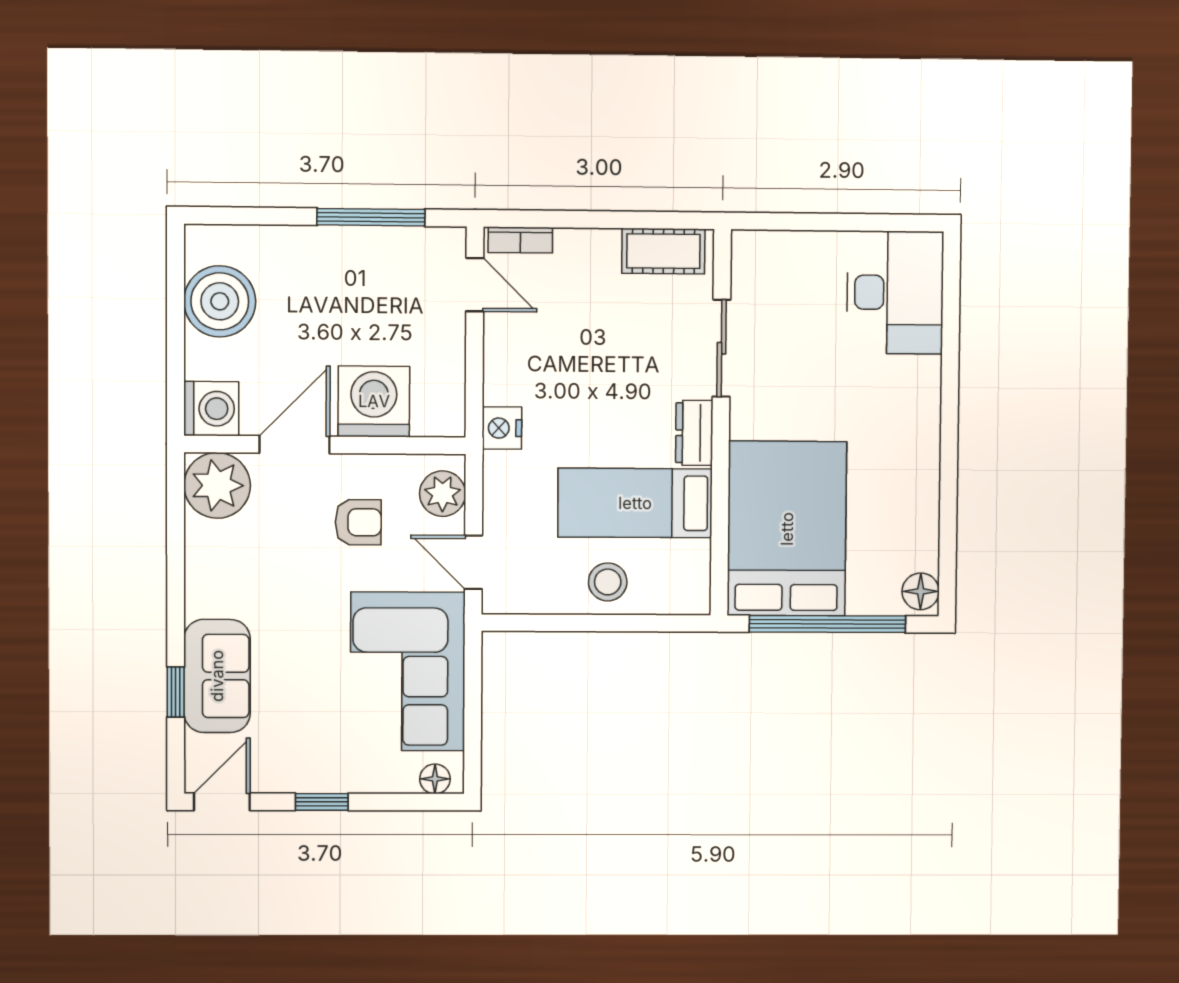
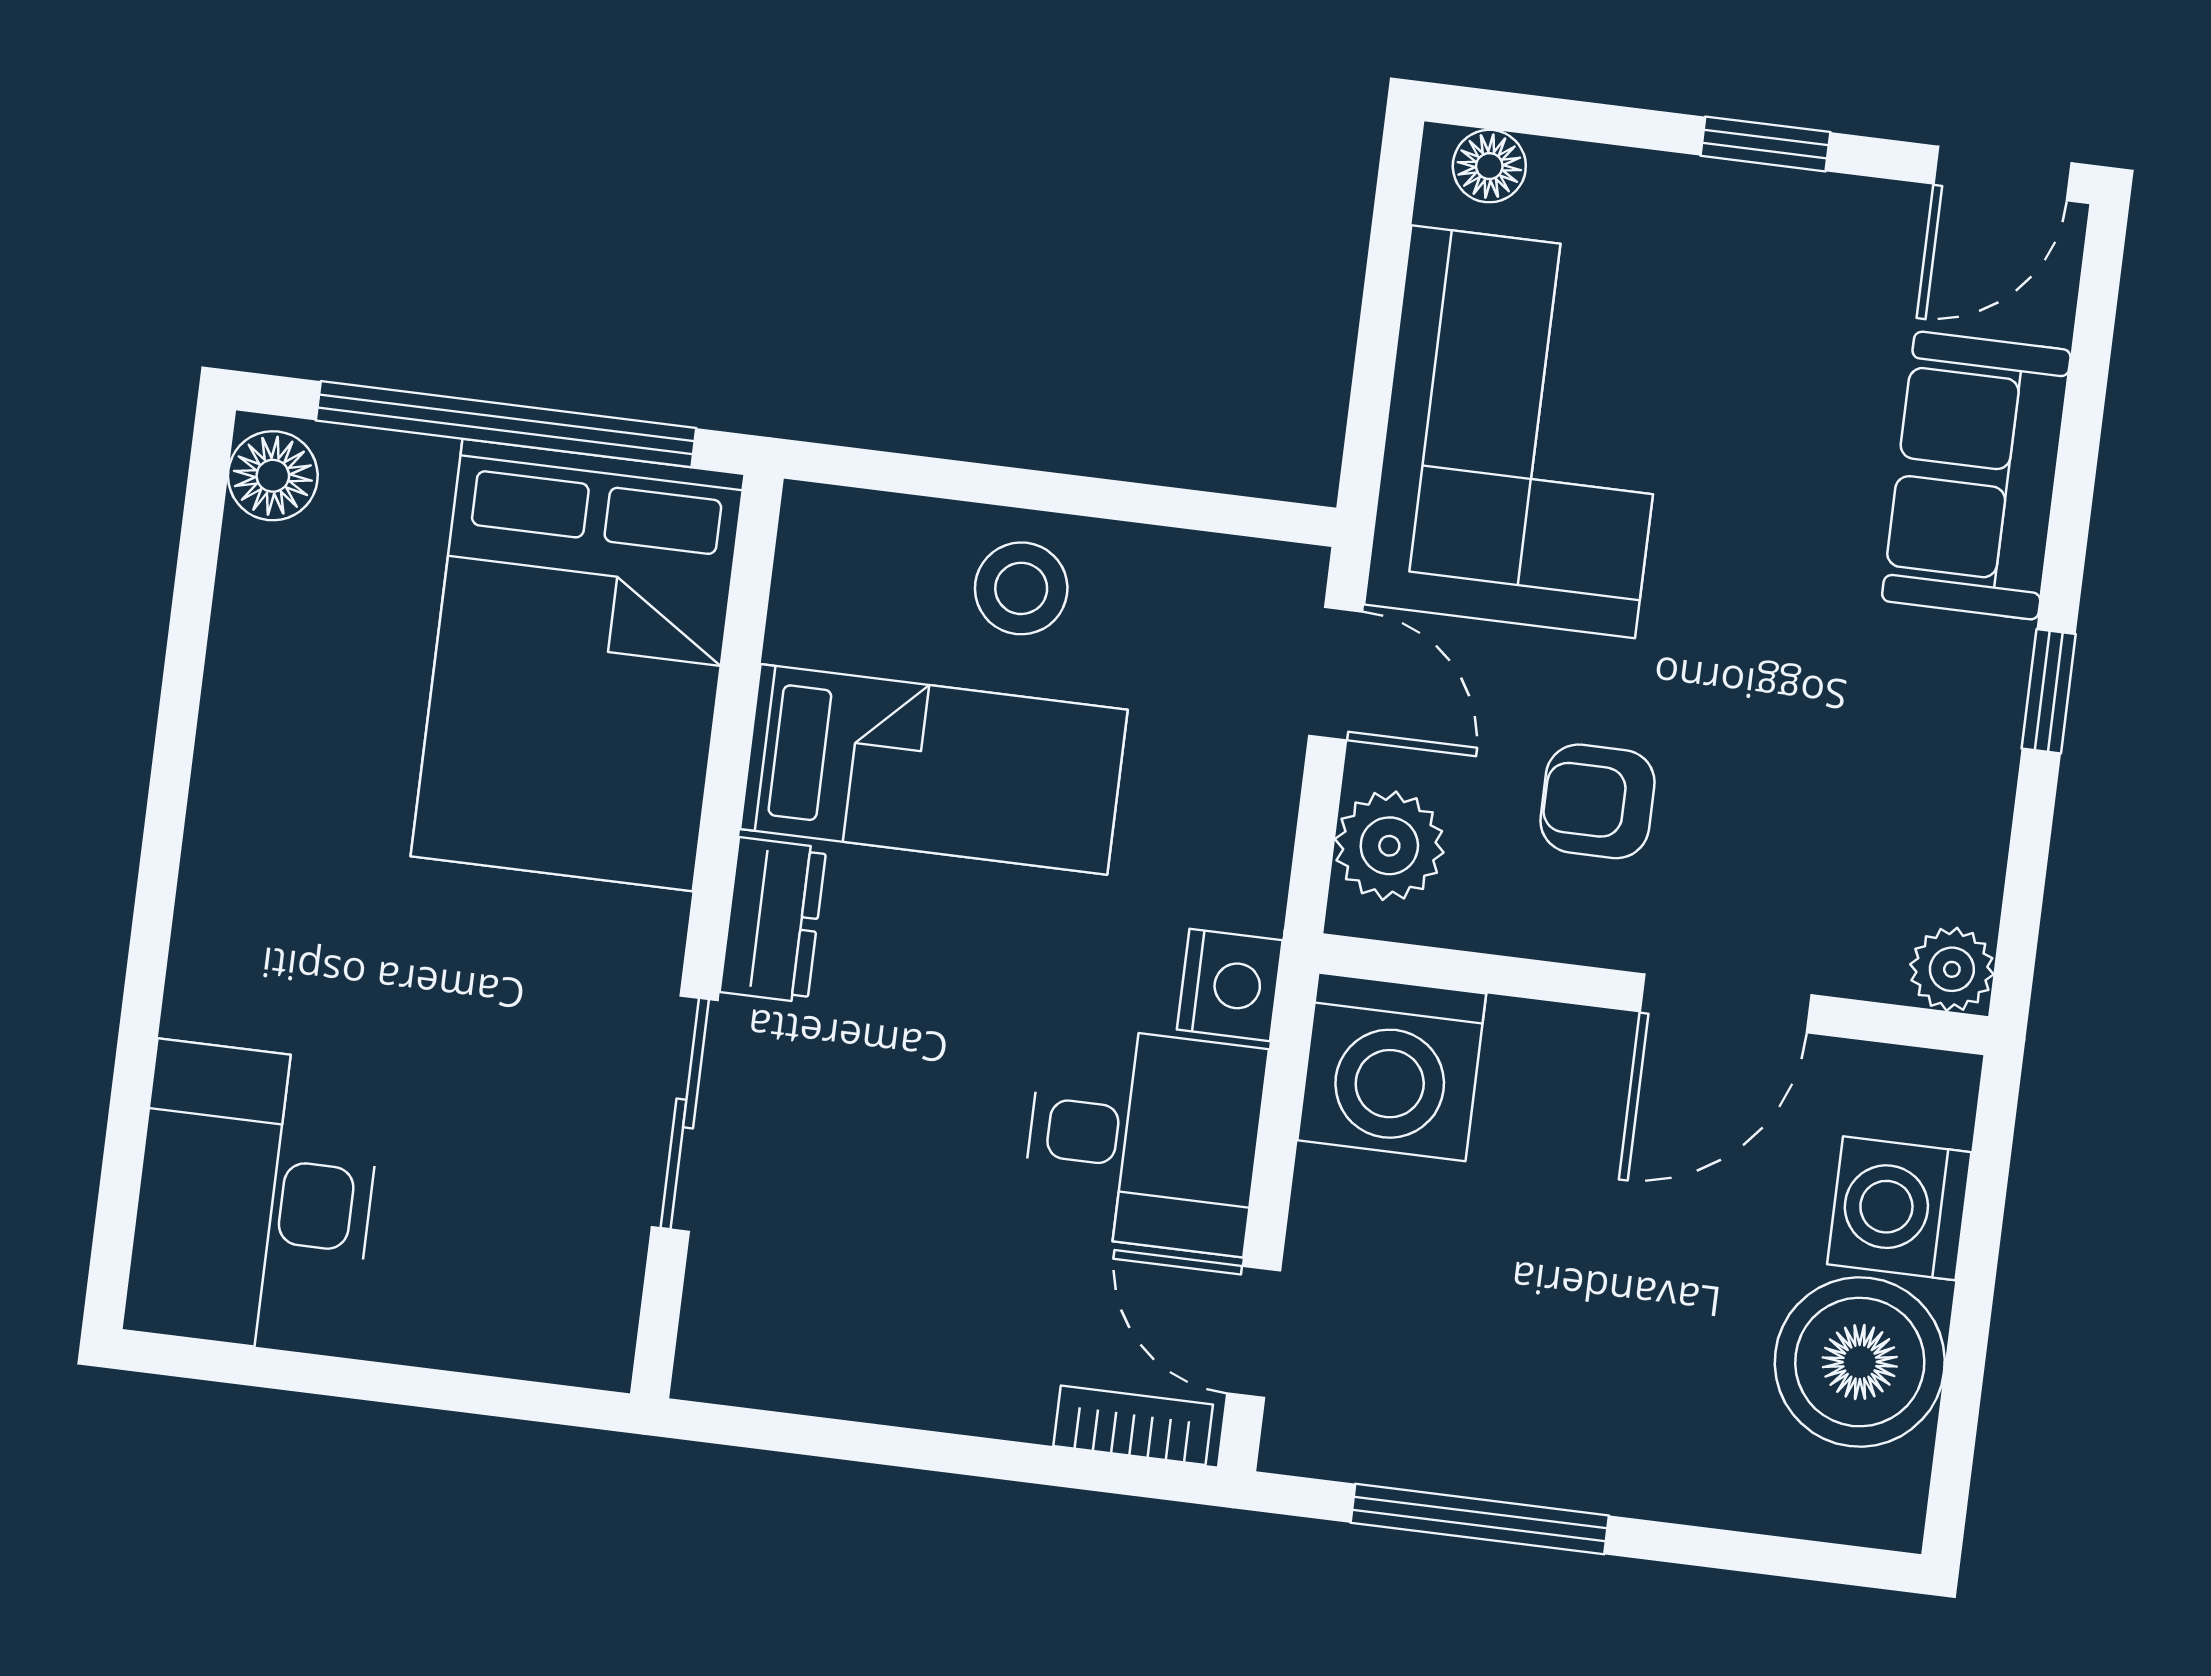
cot: (663, 251) -> (797, 1360), removed
desk: (530, 360) -> (1144, 1139), added
washing machine: (374, 401) -> (1392, 1067), moved
washing machine: (211, 409) -> (1899, 1208), moved
plant: (217, 485) -> (1952, 969), width x0.53, depth x0.53
window: (176, 692) -> (2049, 691), moved

